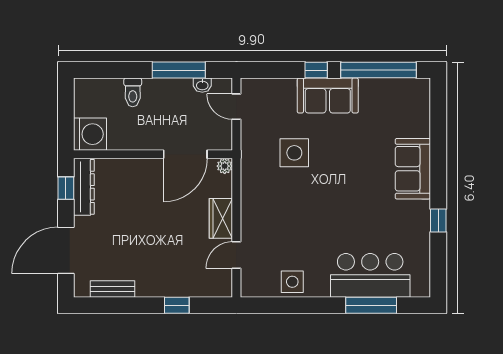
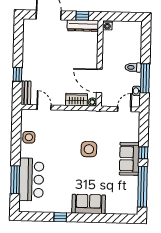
toilet: (133, 92) -> (133, 67), moved
washing machine: (90, 134) -> (107, 25), width x0.53, depth x0.53
side table: (294, 153) -> (89, 149), moved
wardrobe: (221, 218) -> (77, 100), moved
bench: (113, 289) -> (26, 93), moved

